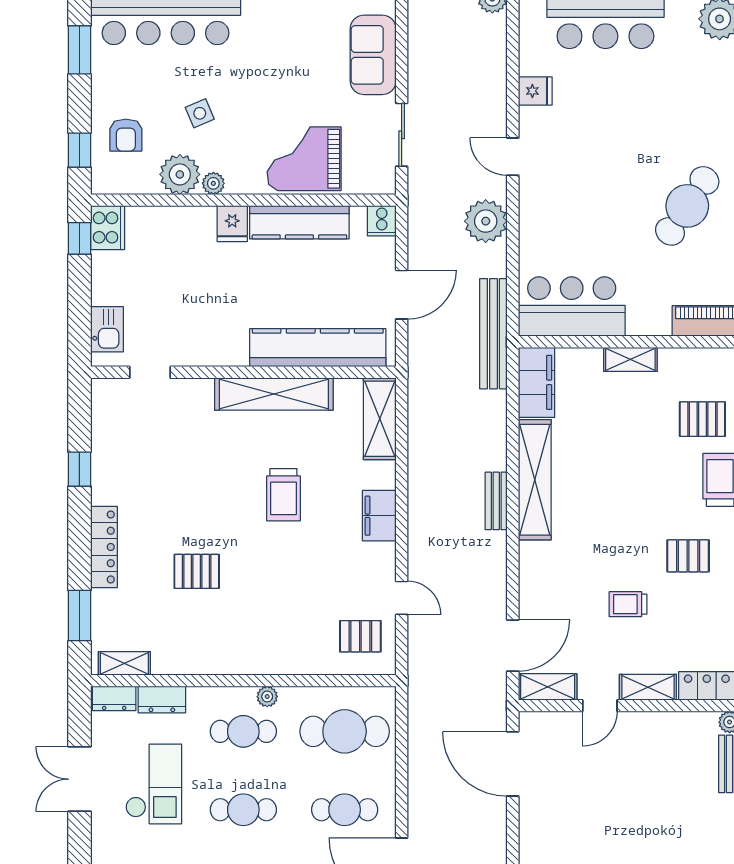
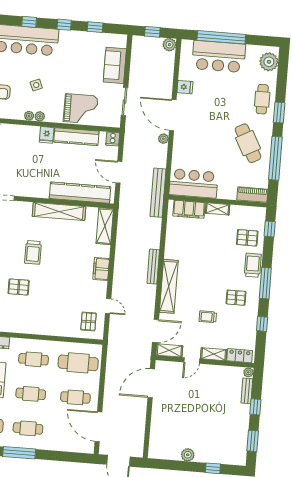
cafe table: (711, 104) -> (262, 99), added
door: (513, 157) -> (173, 115), width x1.87
grand piano: (304, 159) -> (81, 109), turned 180
plant: (180, 174) -> (29, 116), width x0.53, depth x0.53
cafe table: (687, 206) -> (248, 143), turned -62
plant: (486, 221) -> (163, 139), width x0.53, depth x0.53
door: (402, 295) -> (119, 172), swing flipped
filing cabinet: (536, 382) -> (189, 209), moved, turned 90
shelving: (535, 480) -> (169, 286), moved
trolley: (283, 495) -> (33, 252), moved
bench: (496, 501) -> (153, 267), width x1.36
pallet: (360, 636) -> (89, 321), turned 90
plant: (267, 697) -> (45, 345), removed
door: (513, 764) -> (151, 383), hinge flipped

